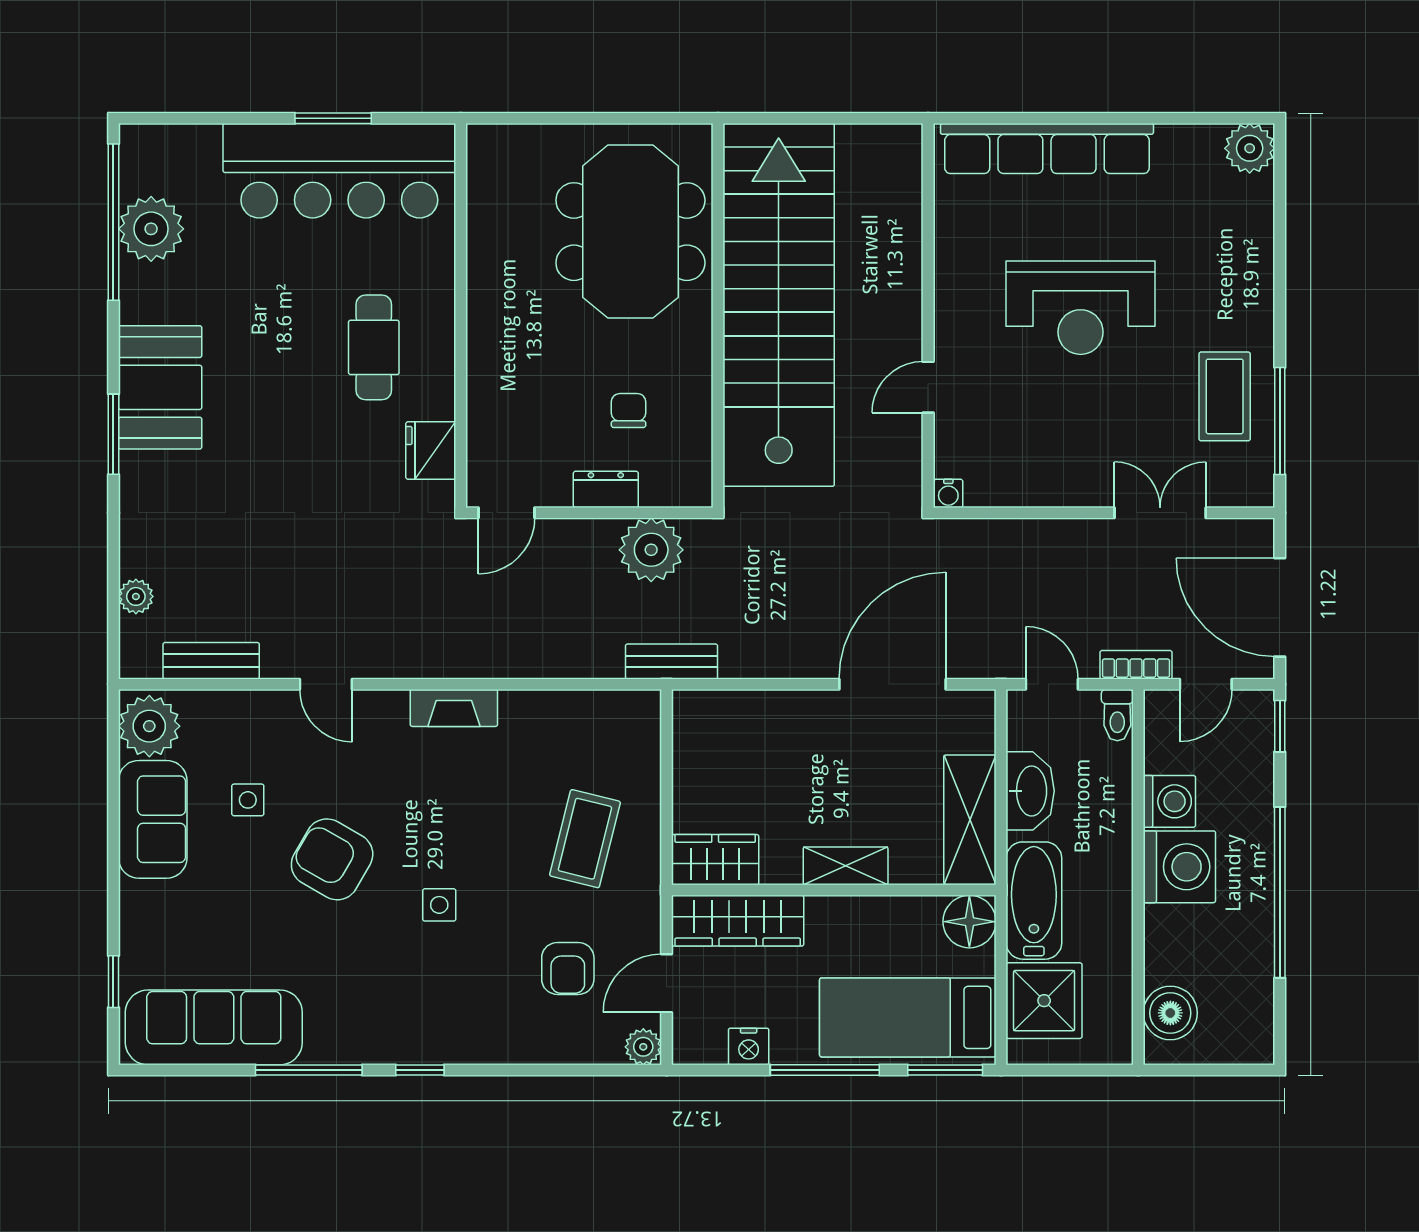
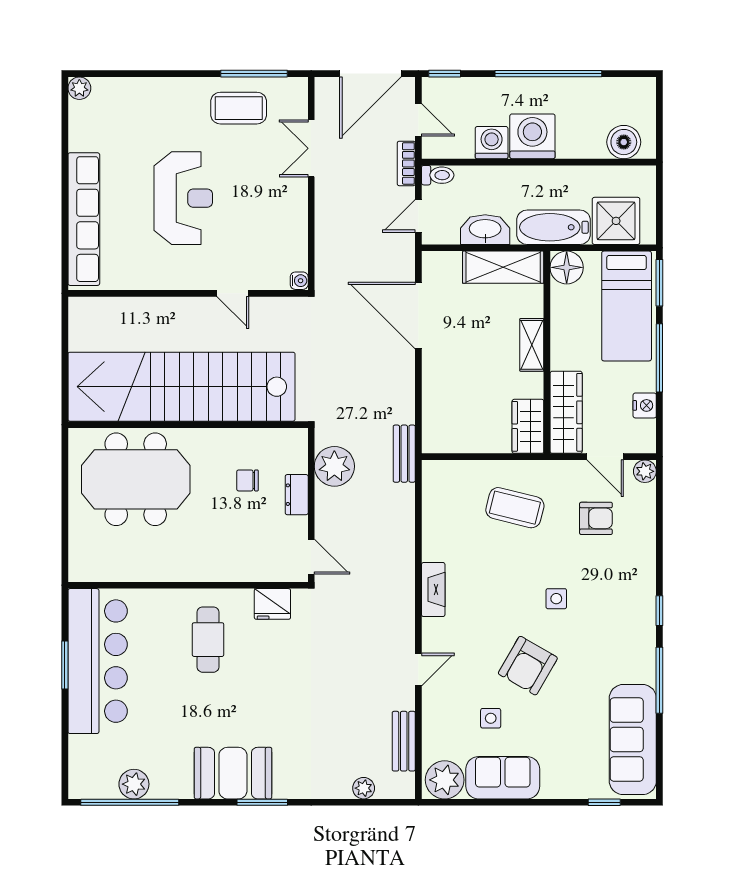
plant: (1250, 148) -> (79, 88), width x0.73, depth x0.73
plant: (151, 229) -> (134, 784), width x0.73, depth x0.73
cafe table: (374, 347) -> (208, 640), turned 90

